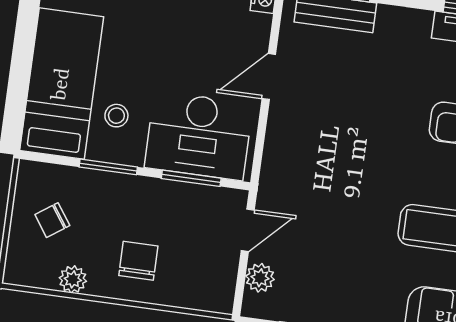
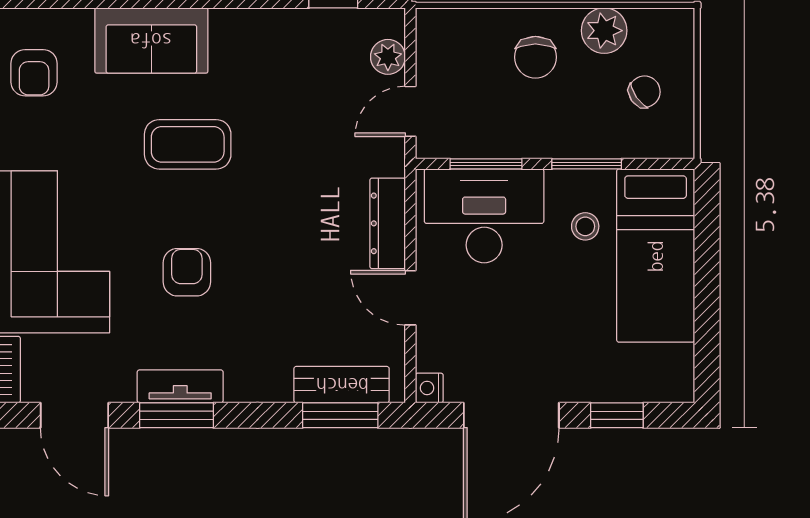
door: (269, 77) -> (410, 298), swing flipped
dresser: (279, 140) -> (388, 223), added
plant: (73, 279) -> (604, 31), width x1.38, depth x1.38

